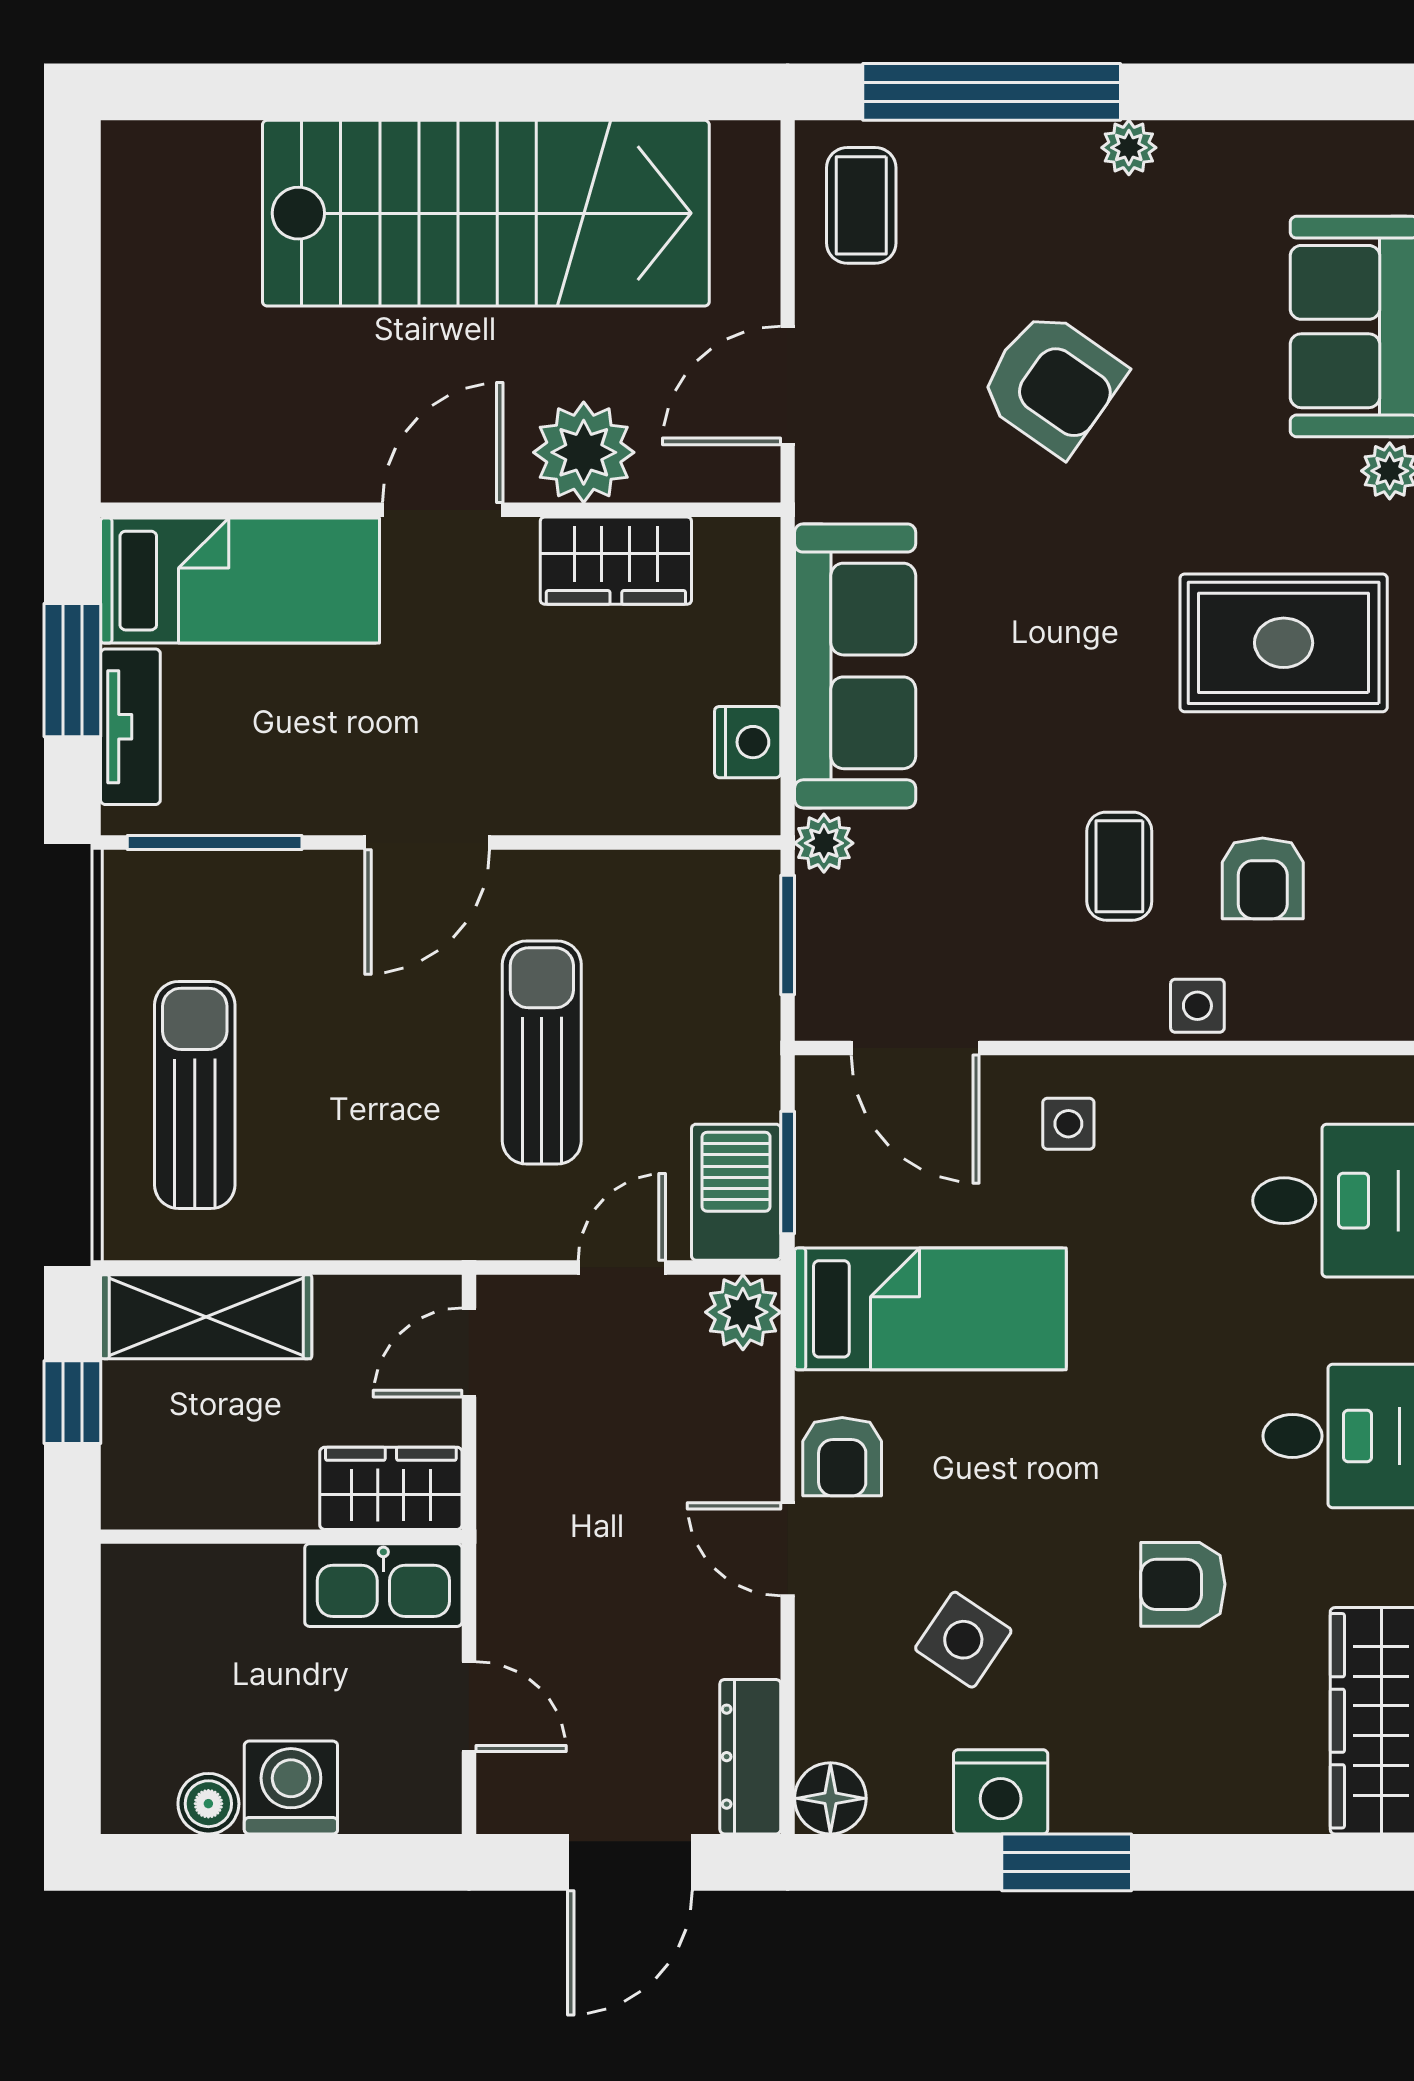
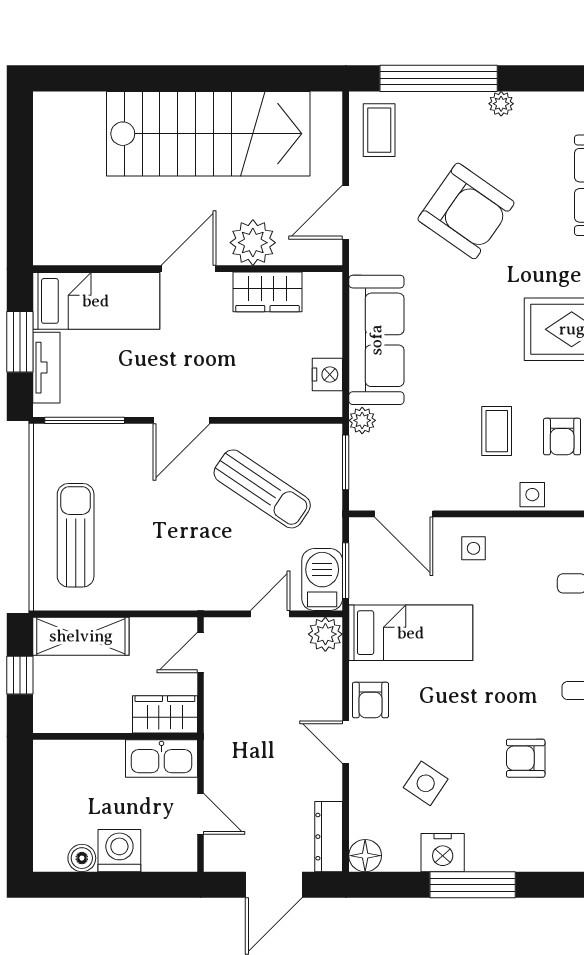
armchair: (1052, 383) -> (466, 211), width x1.36, depth x1.36
sun lounger: (542, 1053) -> (262, 489), moved, turned 124
window: (1067, 1862) -> (473, 885), width x1.44

